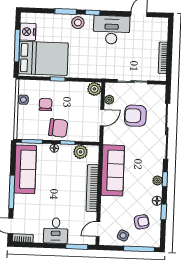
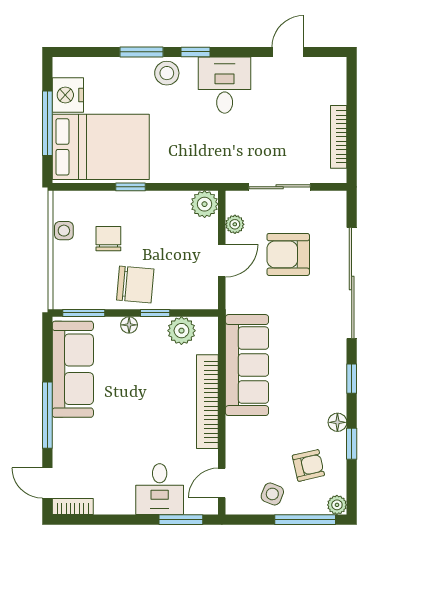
desk: (112, 30) -> (225, 85), width x0.73
plant: (158, 180) -> (337, 505), moved
desk: (56, 231) -> (160, 489), moved

